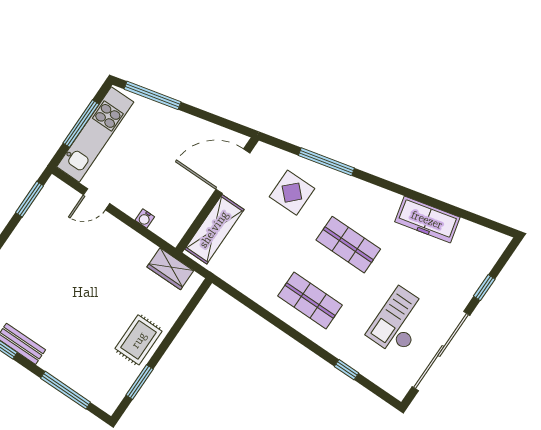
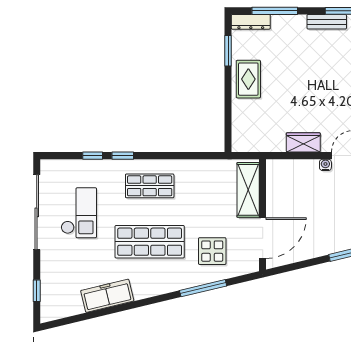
water cooler: (145, 219) -> (325, 165), moved
shop shelf: (348, 245) -> (150, 242), width x1.43, depth x1.36
wardrobe: (170, 269) -> (303, 142), moved
window: (484, 288) -> (37, 291), moved
window: (316, 349) -> (123, 156), added
dresser: (97, 396) -> (251, 22), added

